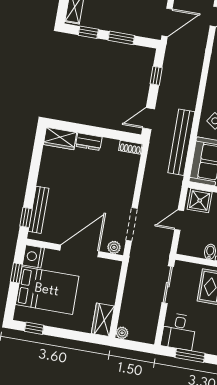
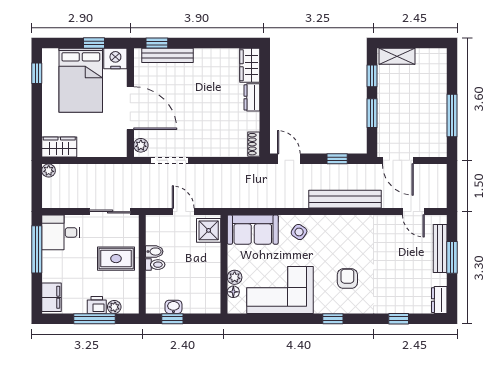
bench: (181, 142) -> (345, 199), moved
window: (190, 355) -> (37, 249), width x1.44

